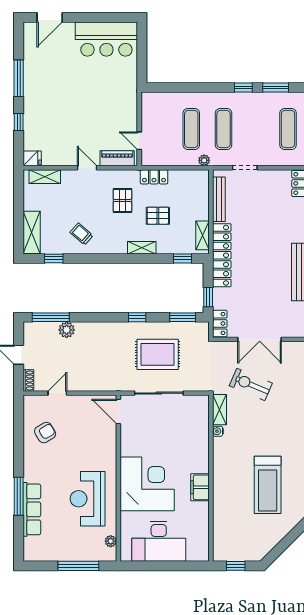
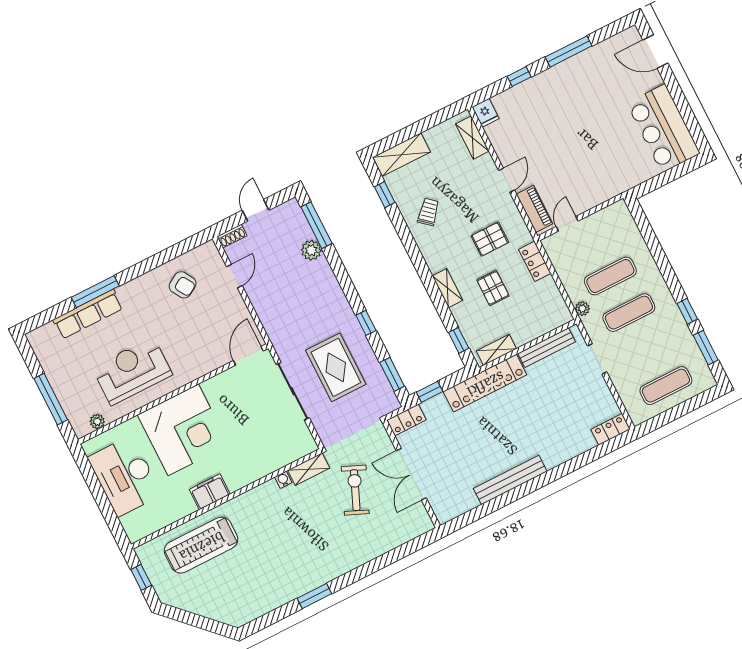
door: (57, 393) -> (234, 276), hinge flipped
treadmill: (268, 485) -> (201, 545), moved

